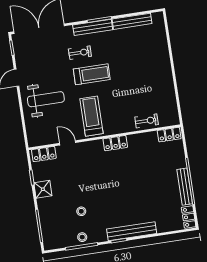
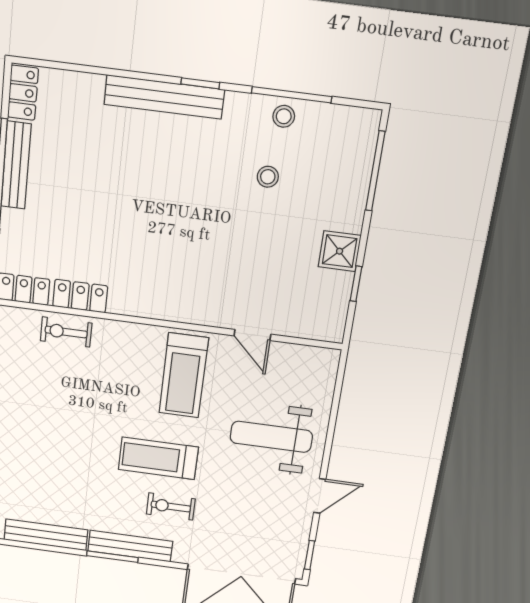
locker: (115, 143) -> (80, 296), moved
locker: (44, 154) -> (312, 326), removed

